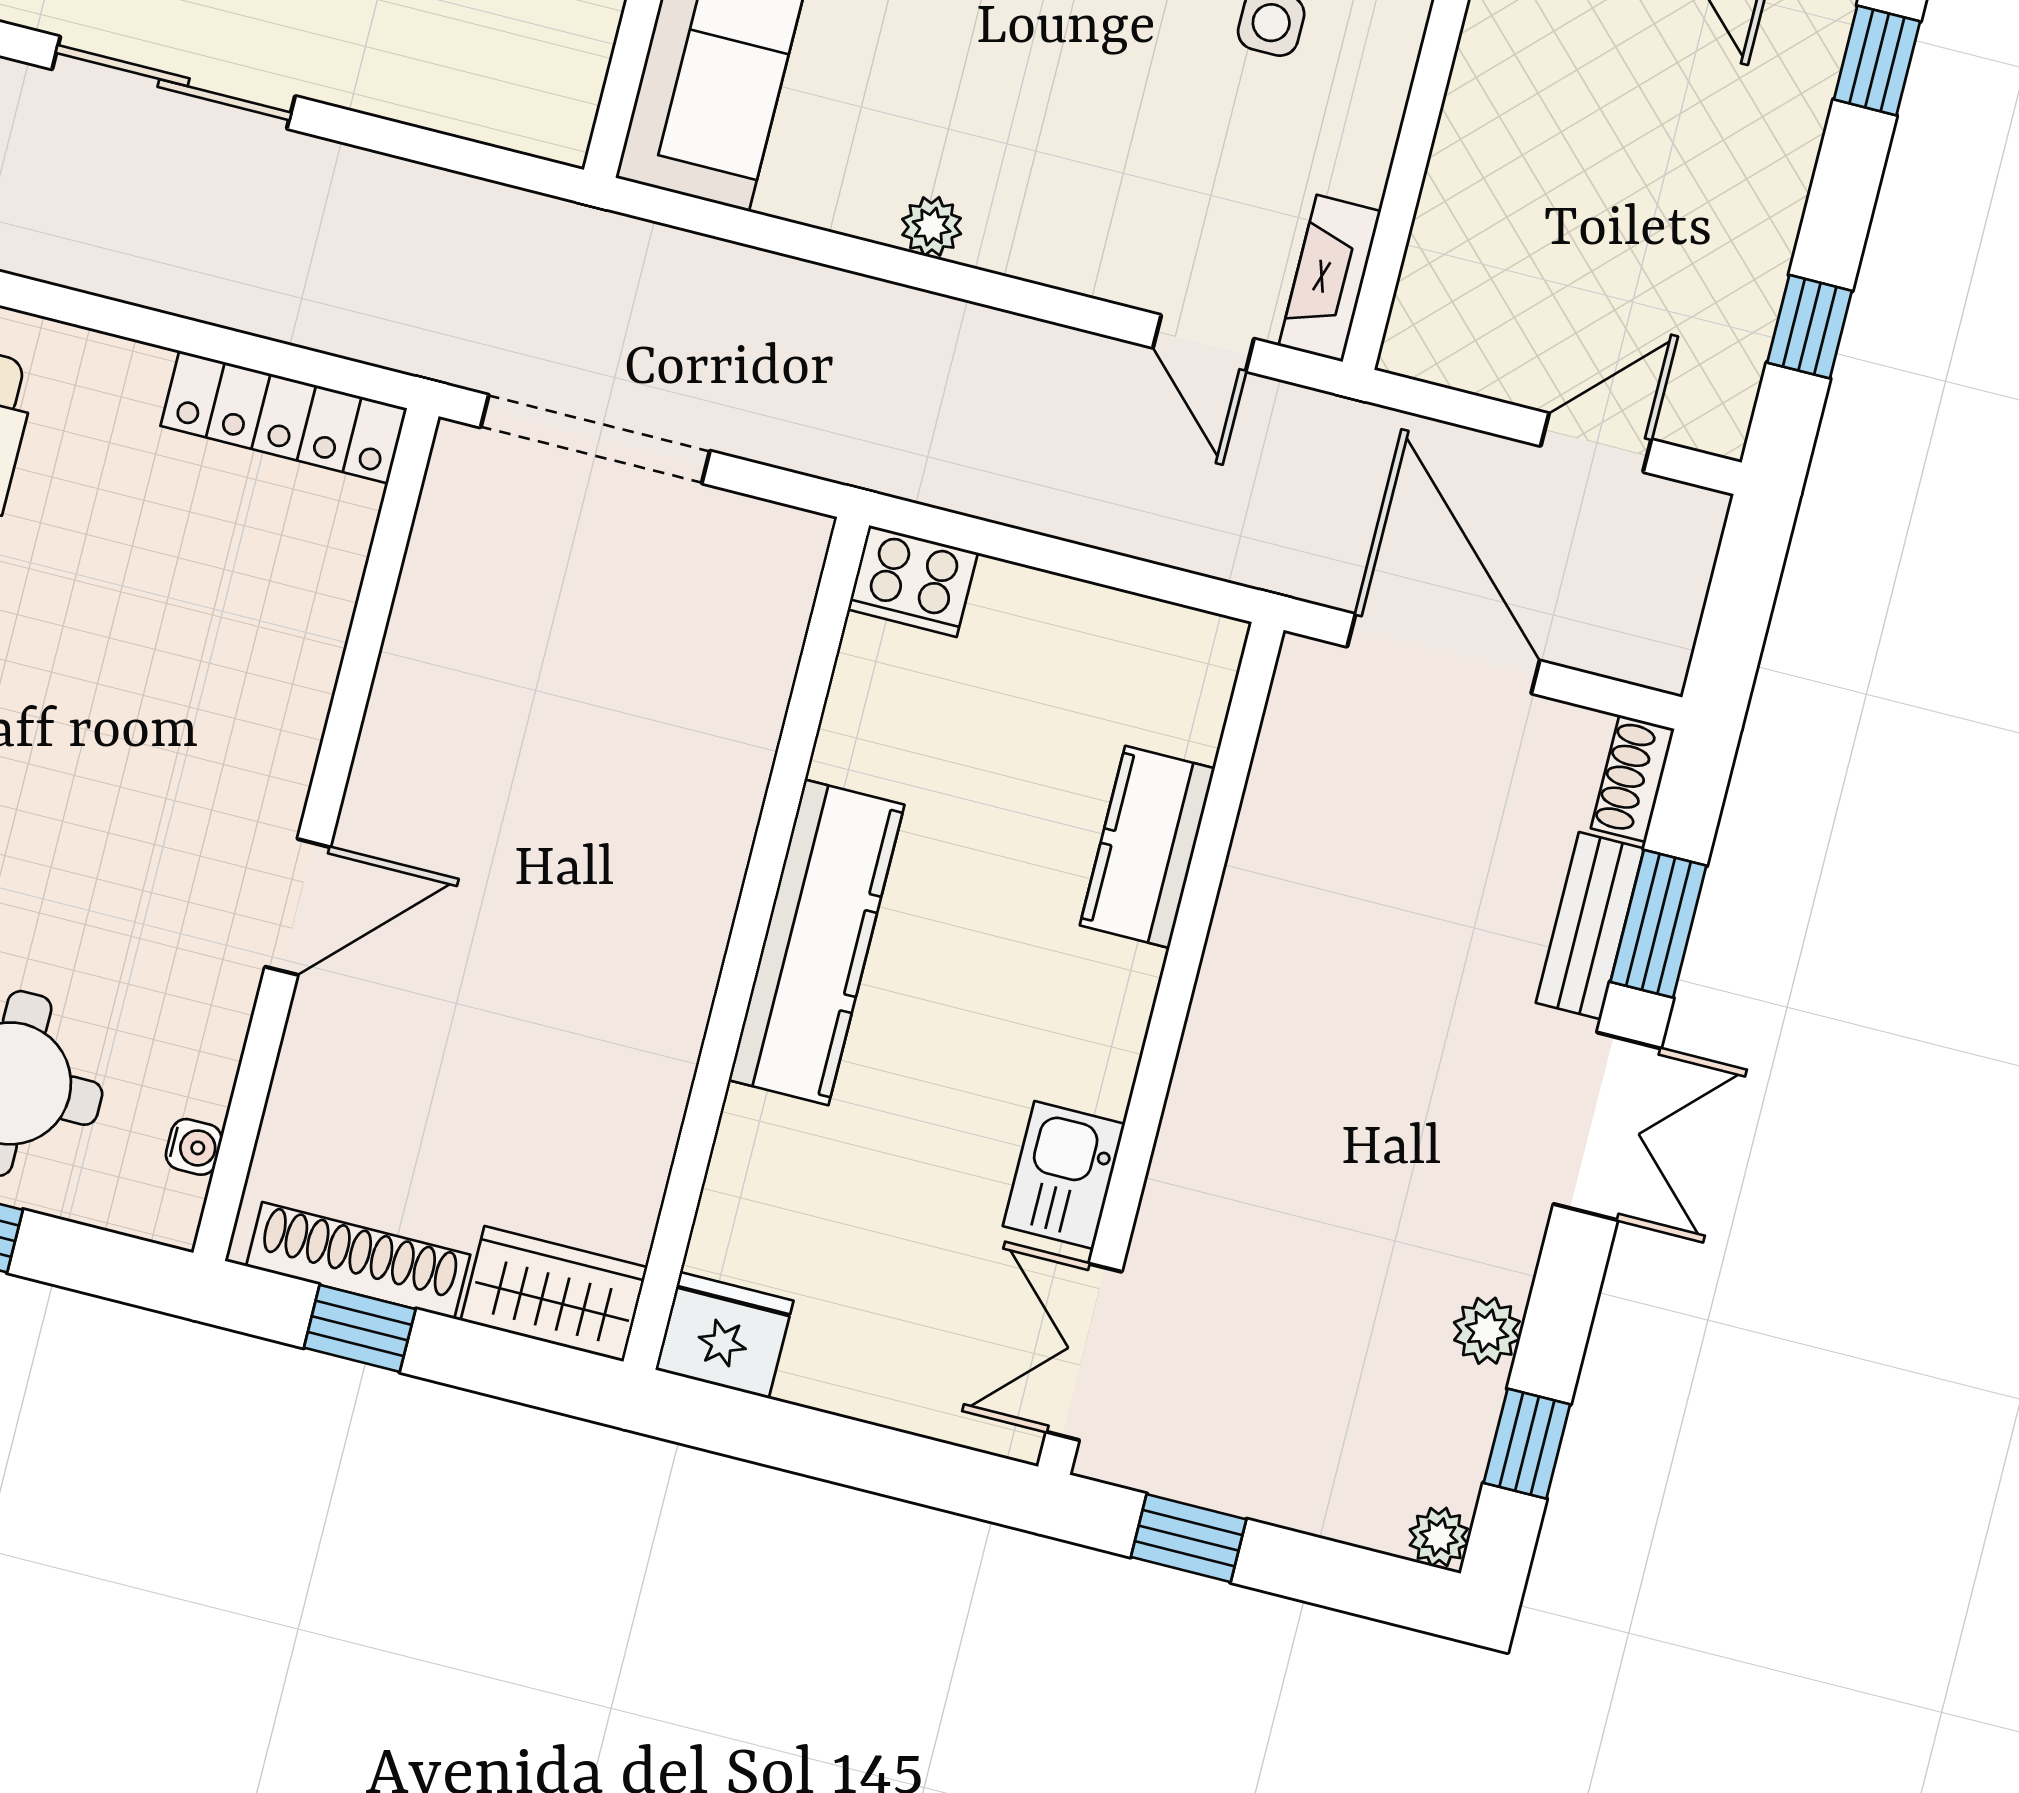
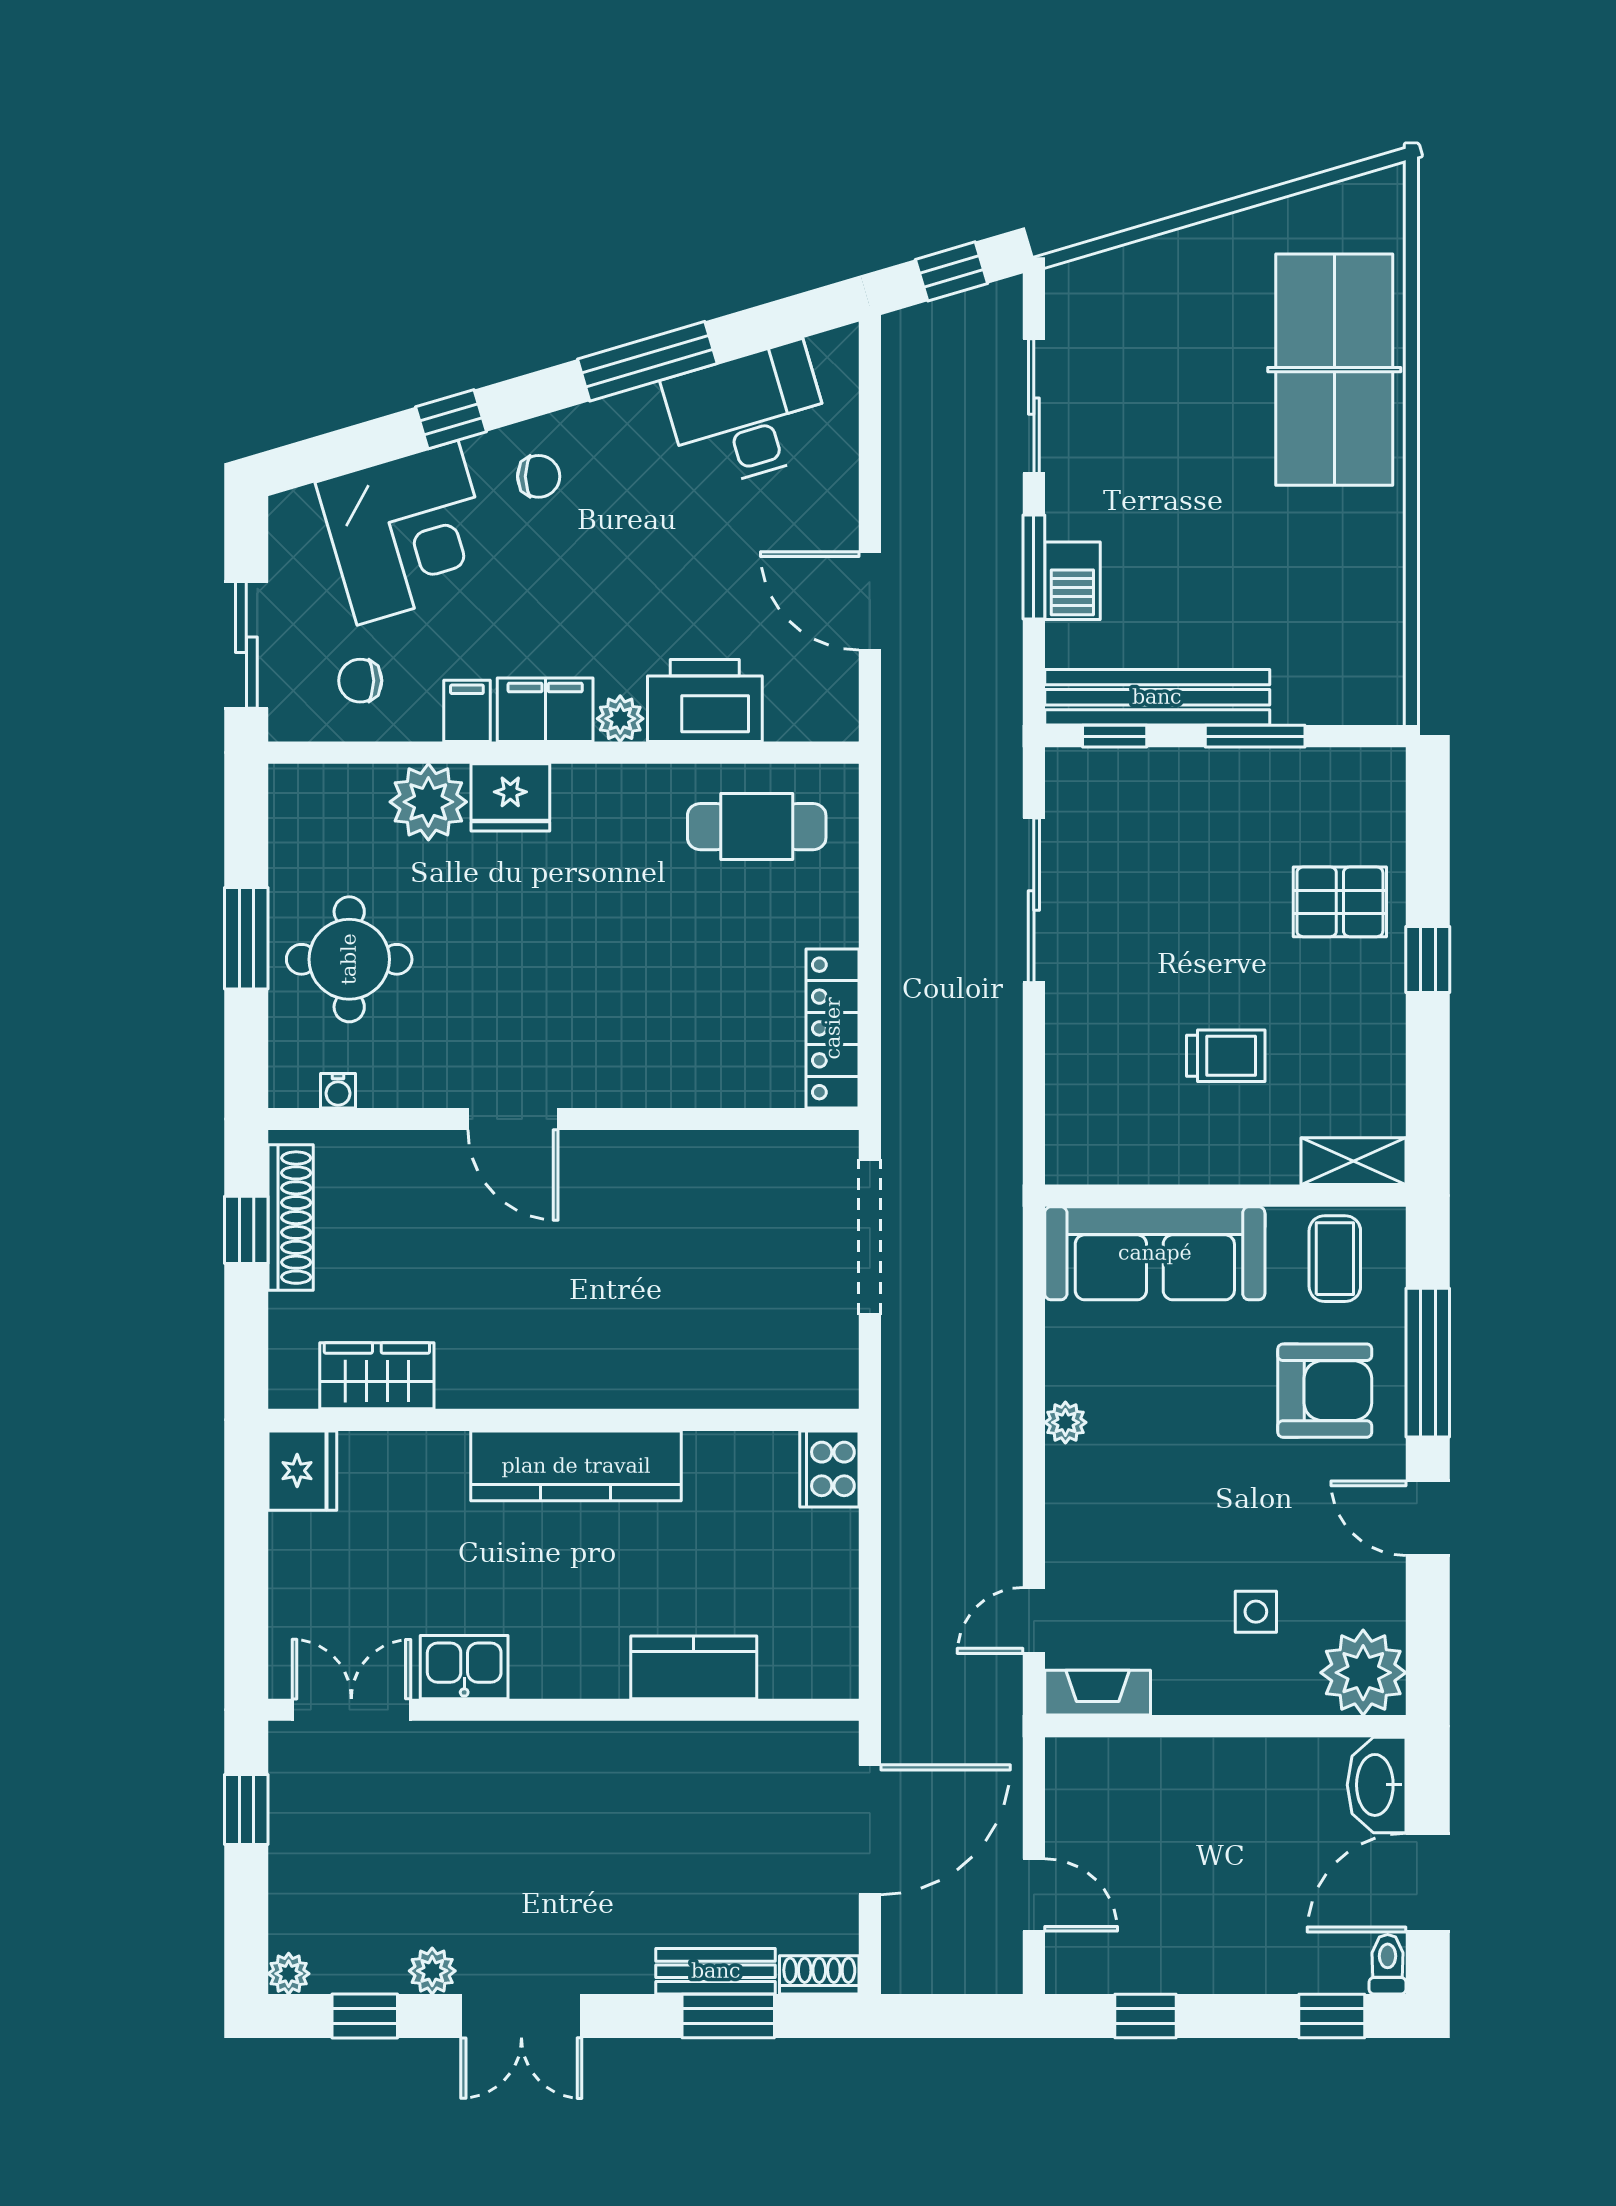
double door: (1607, 1126) -> (521, 2016), moved
wardrobe: (554, 1294) -> (377, 1376), moved, turned -90

